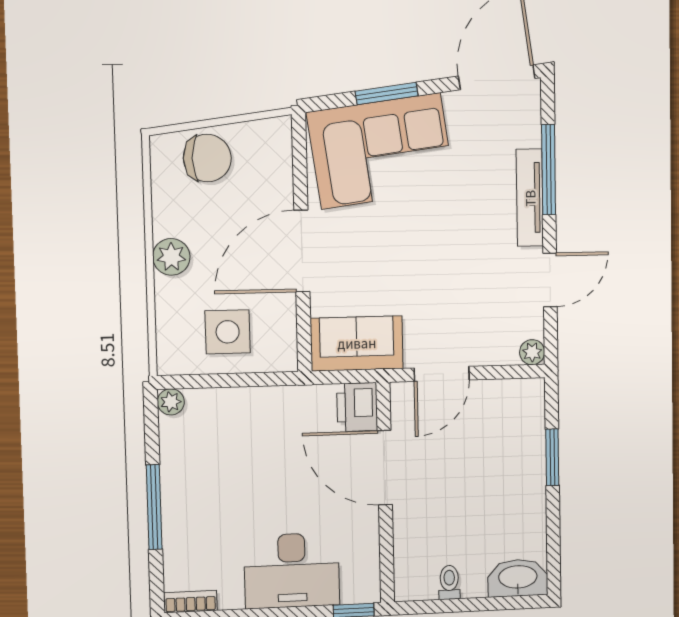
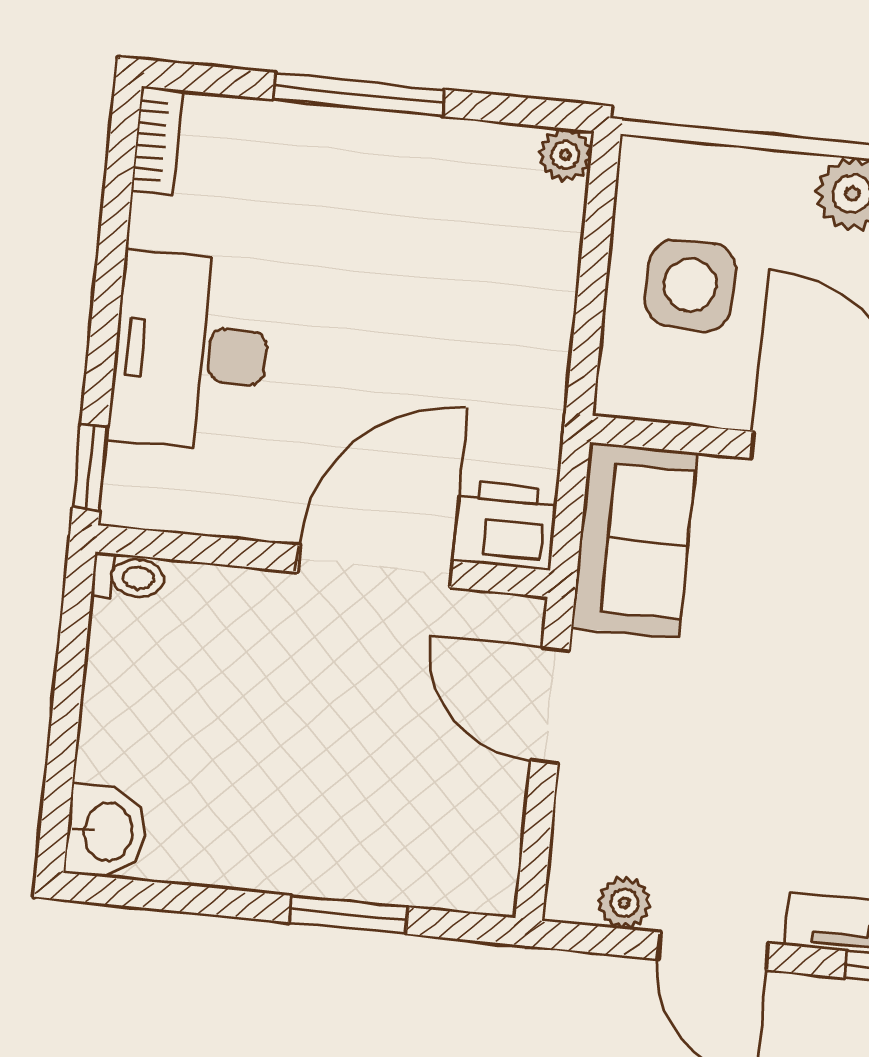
plant: (532, 352) -> (624, 903), moved
washbasin: (518, 578) -> (106, 832), width x0.72
toilet: (449, 582) -> (128, 577), moved

